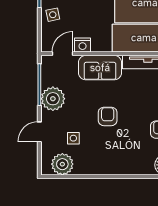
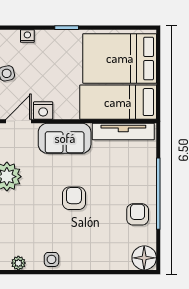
side table: (73, 138) -> (51, 259), moved
plant: (62, 164) -> (18, 263), width x0.53, depth x0.53

